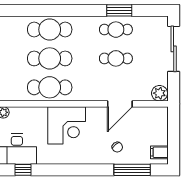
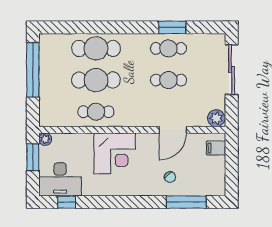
cafe table: (50, 87) -> (96, 112), width x0.73, depth x0.74
filing cabinet: (159, 152) -> (216, 148), moved

